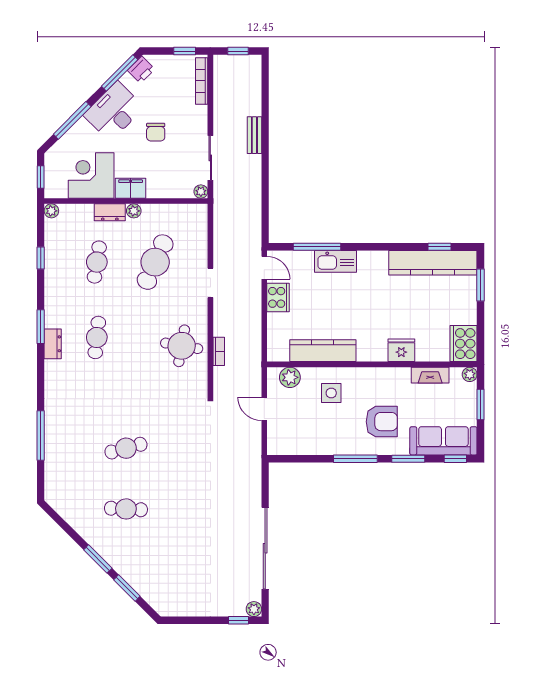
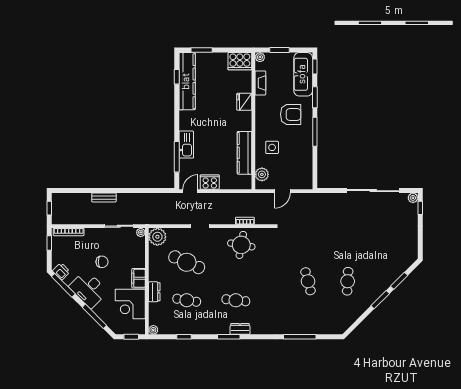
plant: (134, 211) -> (157, 237), moved, width x1.88, depth x1.88
armchair: (382, 422) -> (291, 114), turned 90

